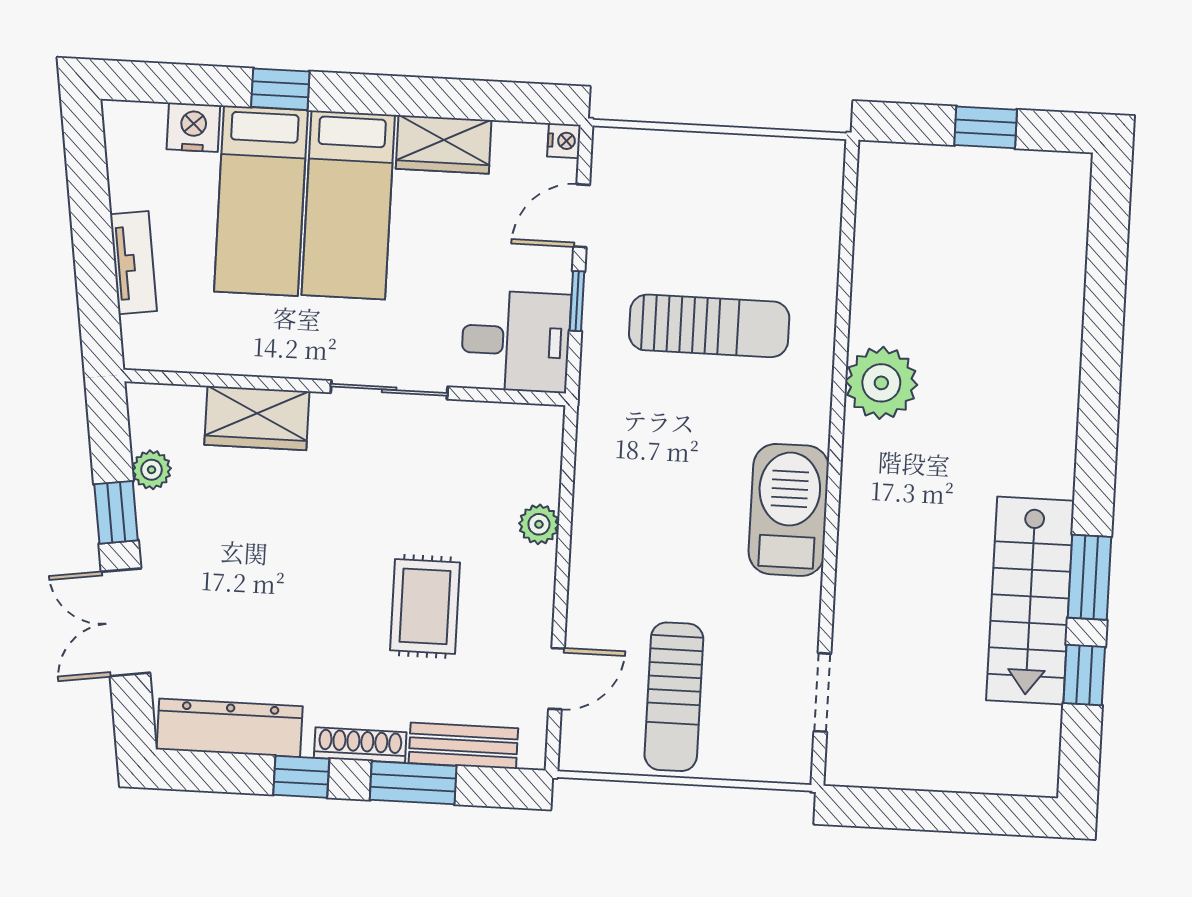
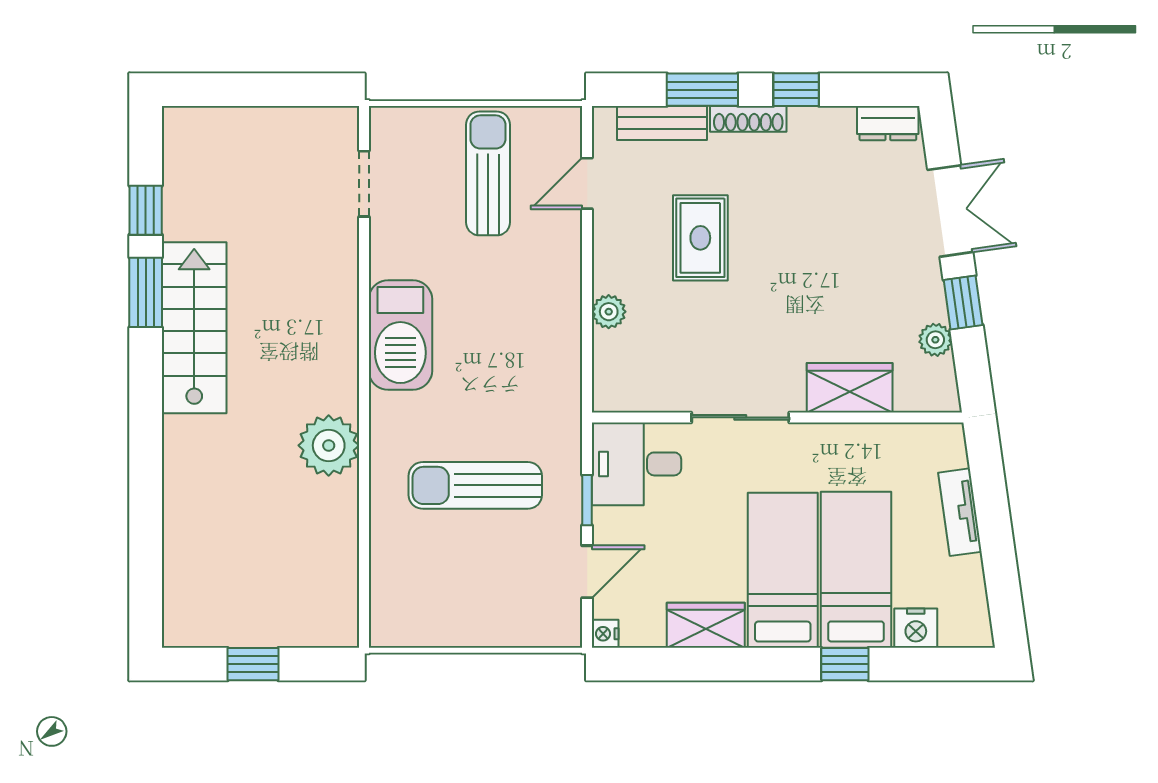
stairs: (1030, 601) -> (194, 328), moved
dresser: (230, 728) -> (888, 123), width x0.51, depth x0.80

